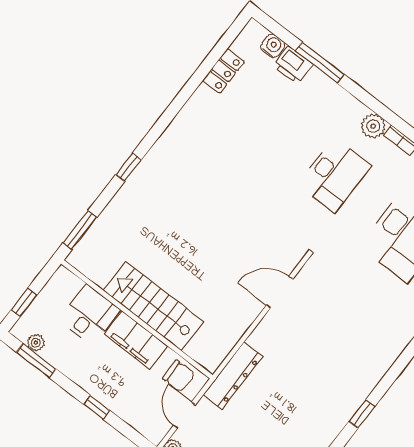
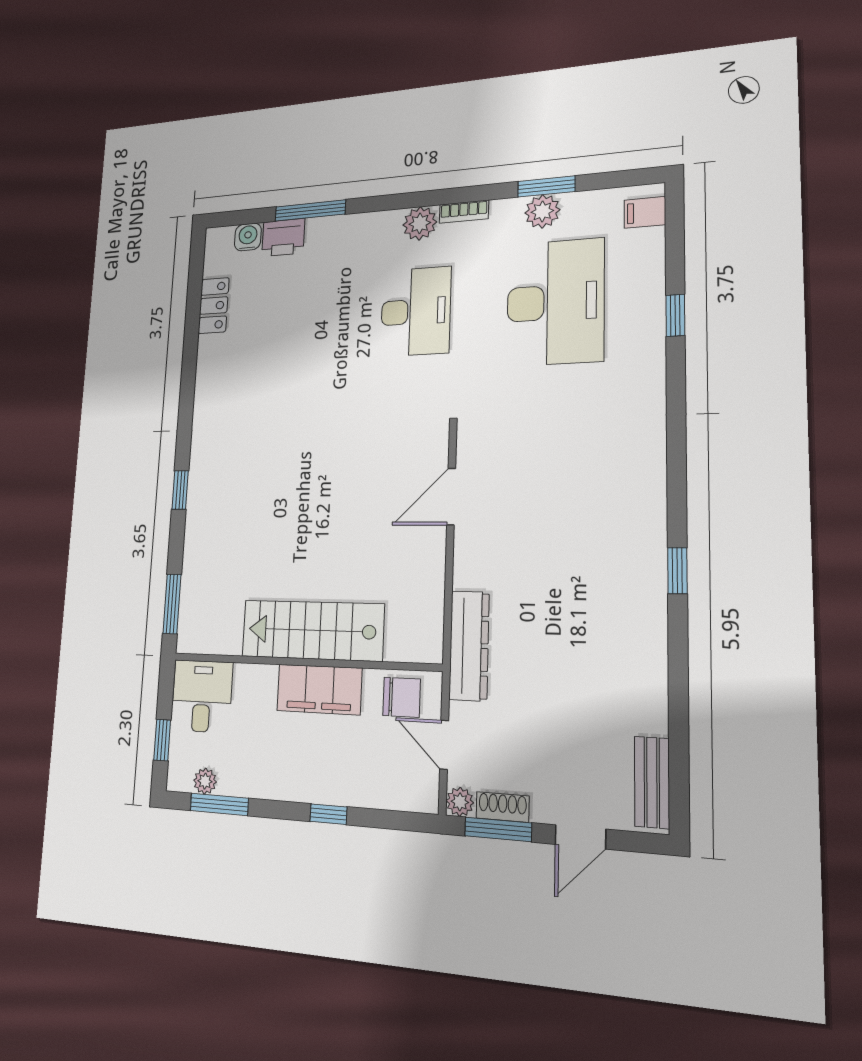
desk: (89, 315) -> (202, 696), moved

